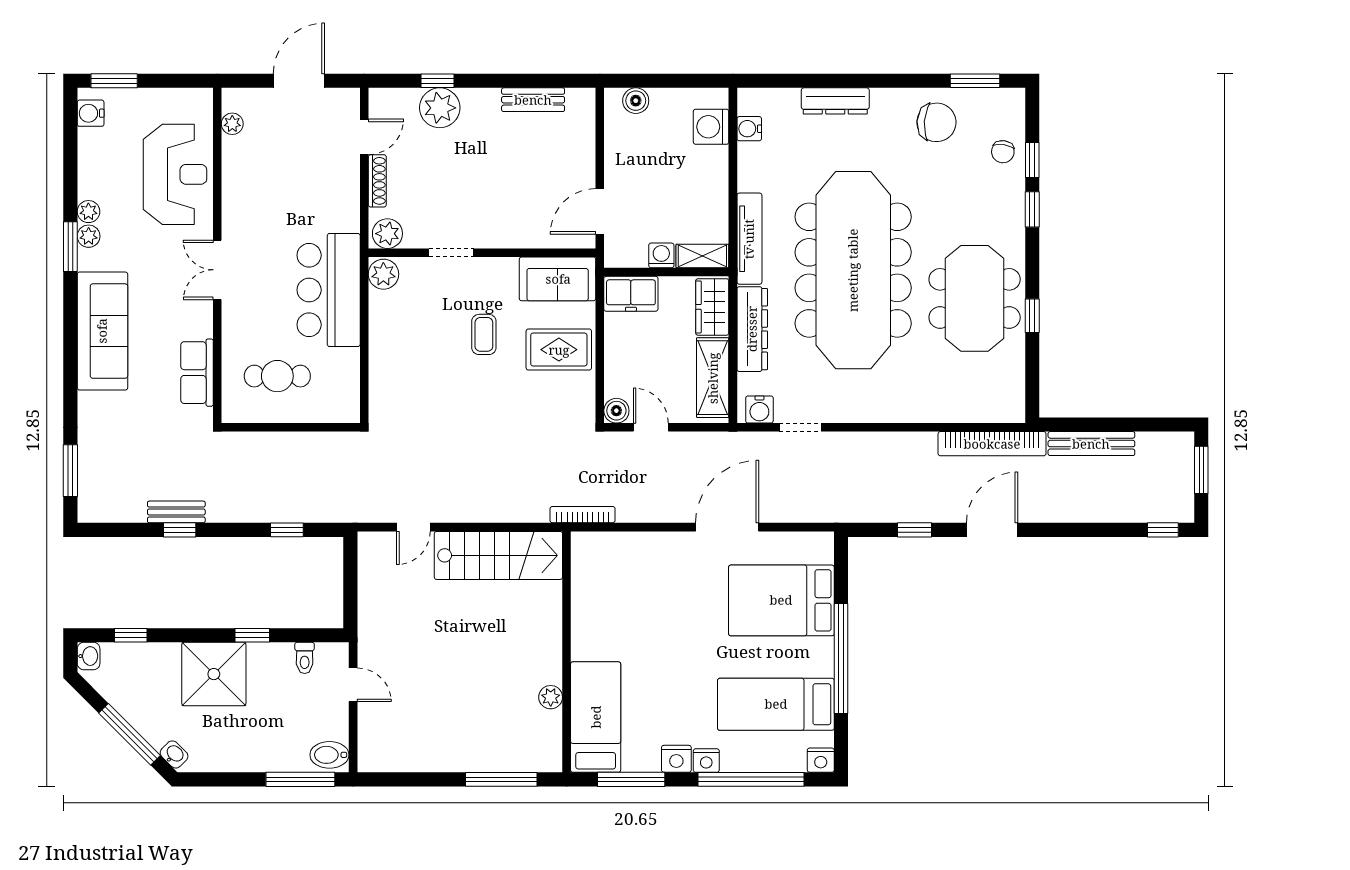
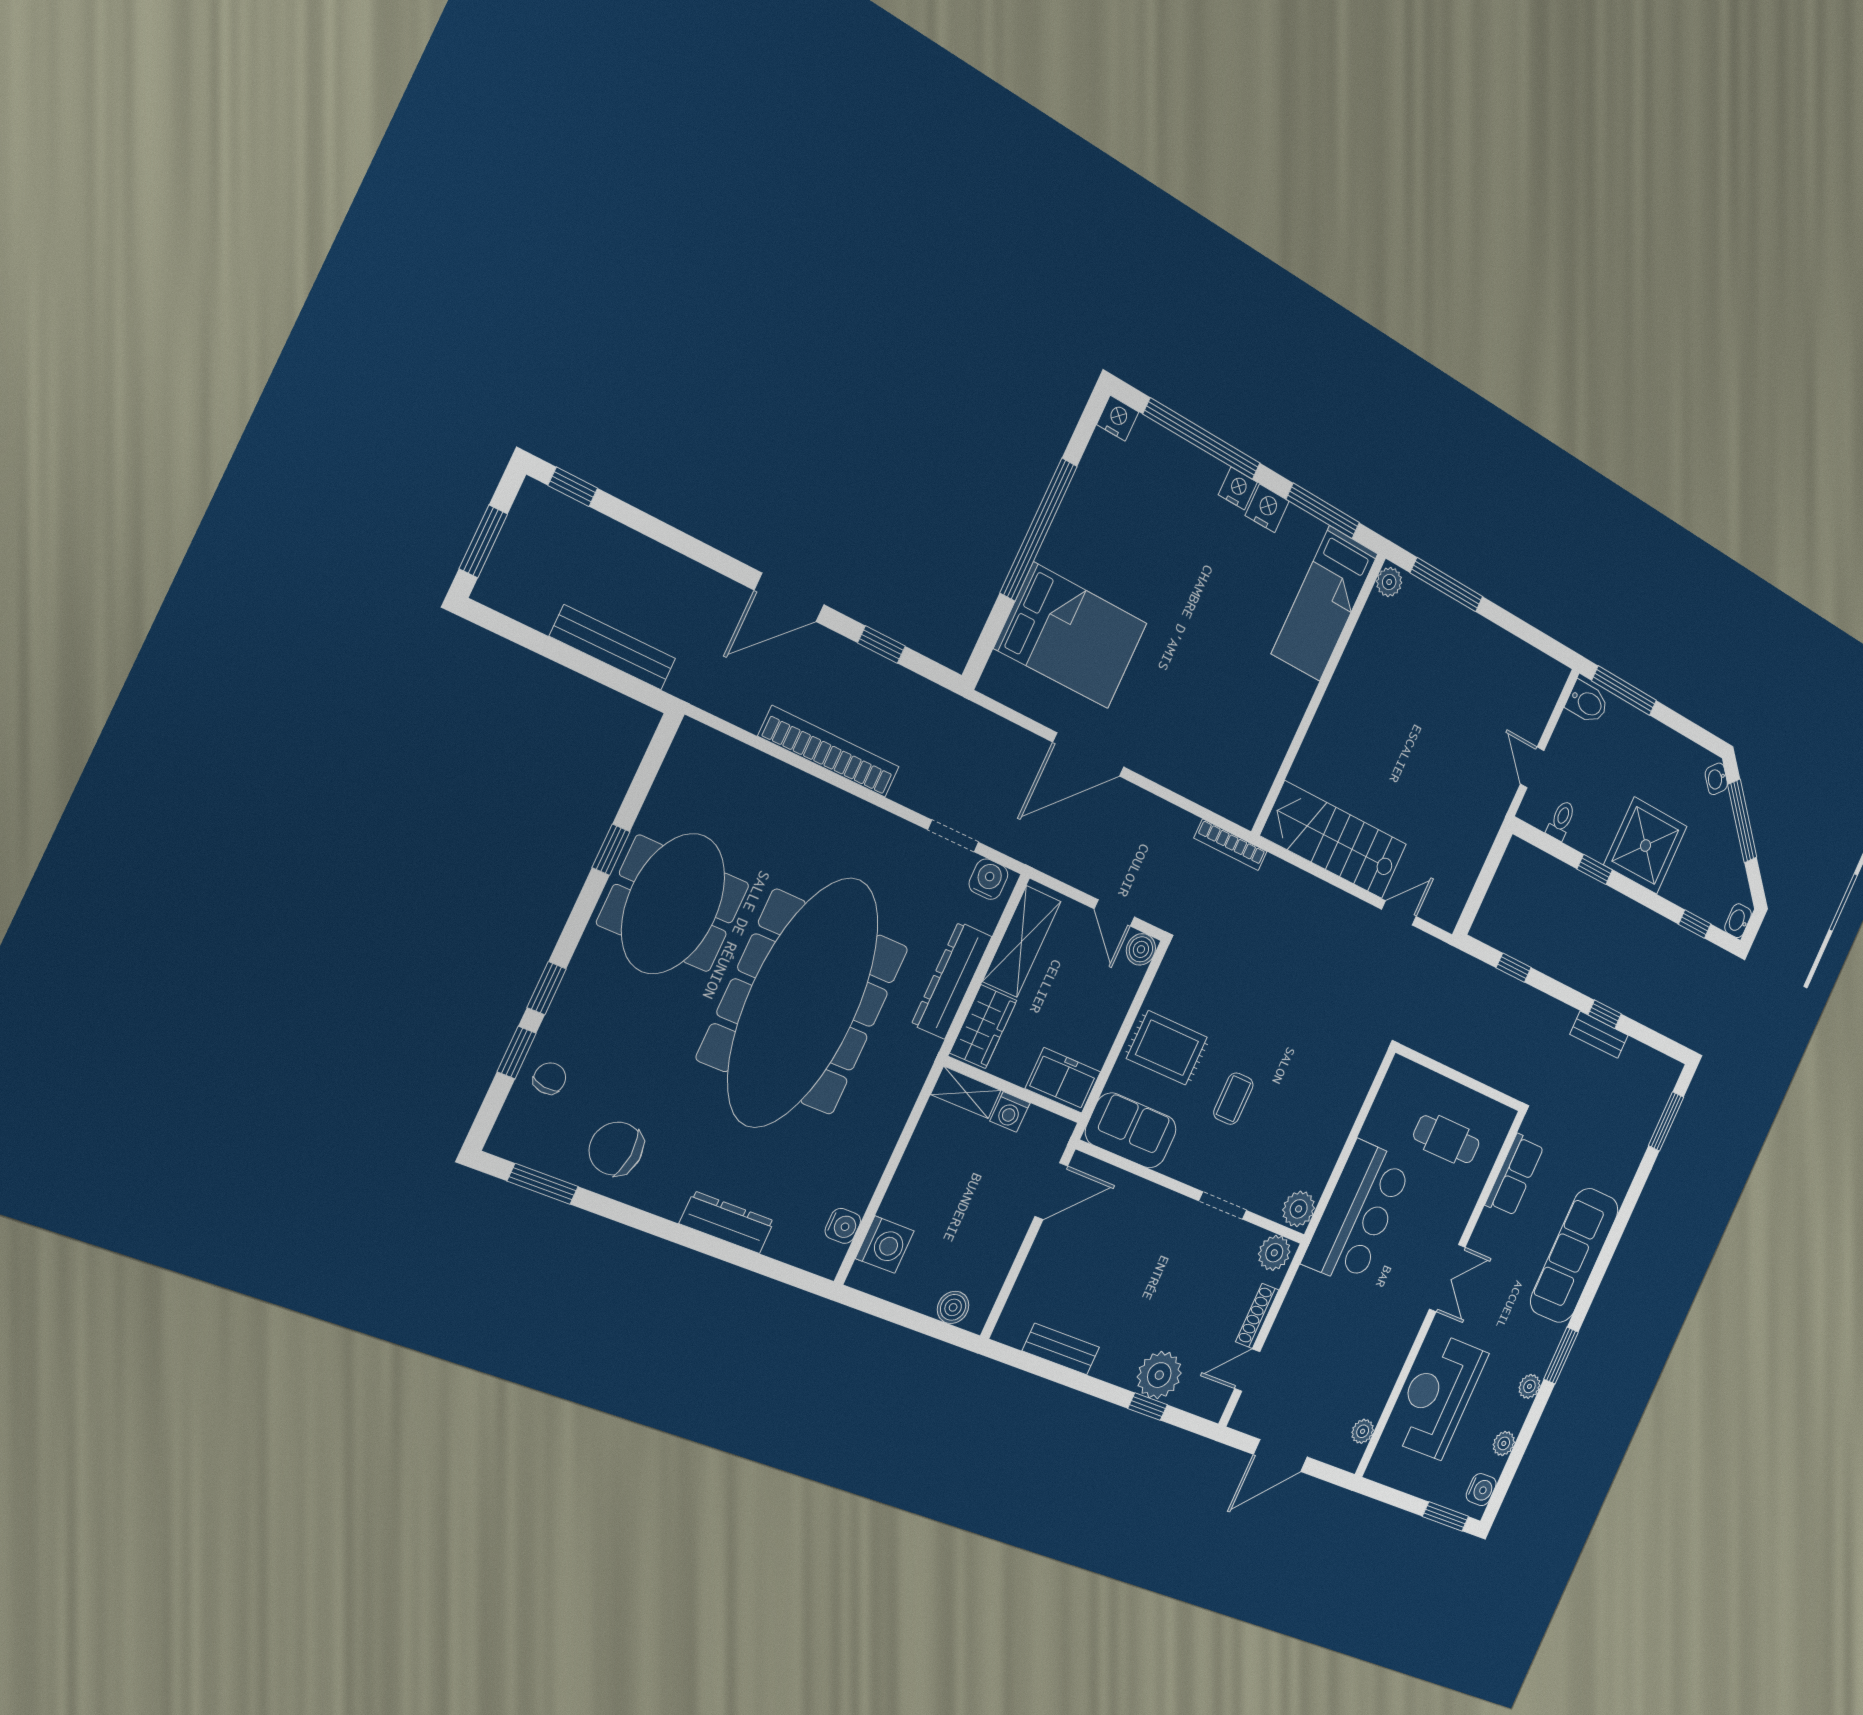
plant: (89, 236) -> (1504, 1443), moved
tv unit: (749, 239) -> (904, 1092), removed
bookcase: (992, 444) -> (829, 752), moved
plant: (551, 697) -> (1389, 582), moved
bed: (776, 704) -> (1135, 514), removed

